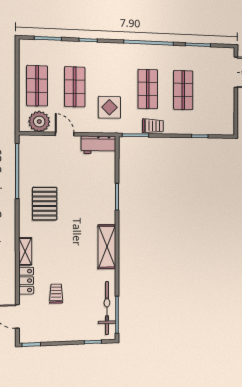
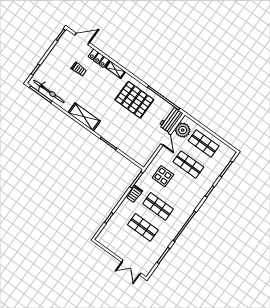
door: (65, 134) -> (166, 139), hinge flipped
workbench: (99, 145) -> (171, 119), moved
pallet: (45, 204) -> (134, 100), width x1.37, depth x1.41

